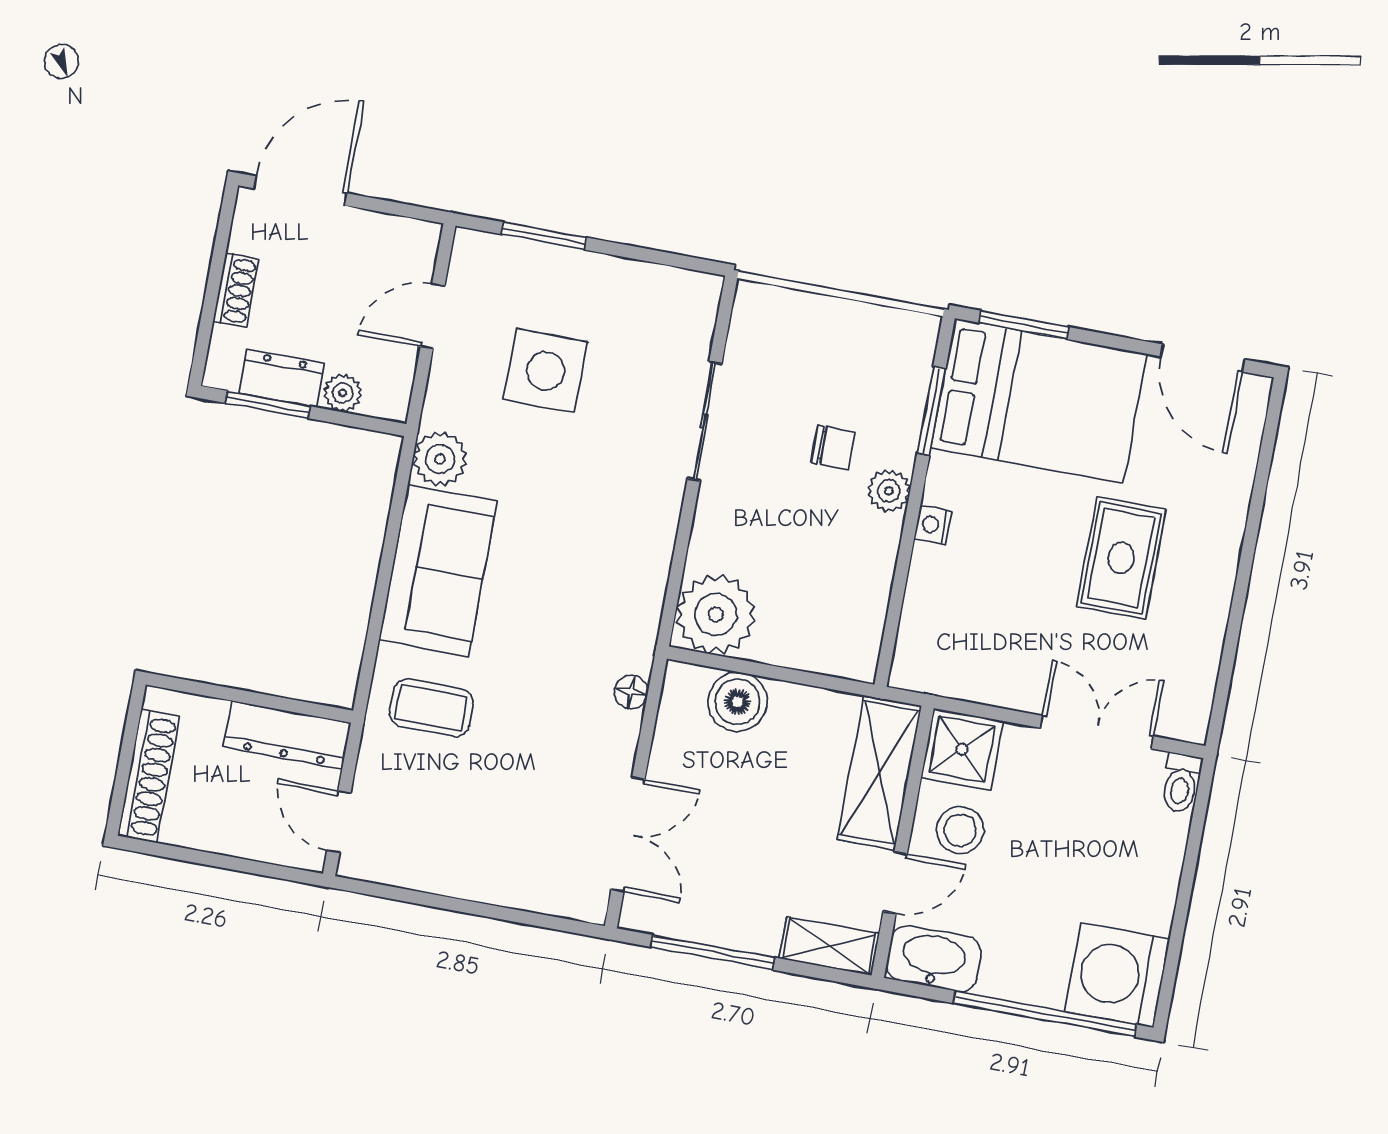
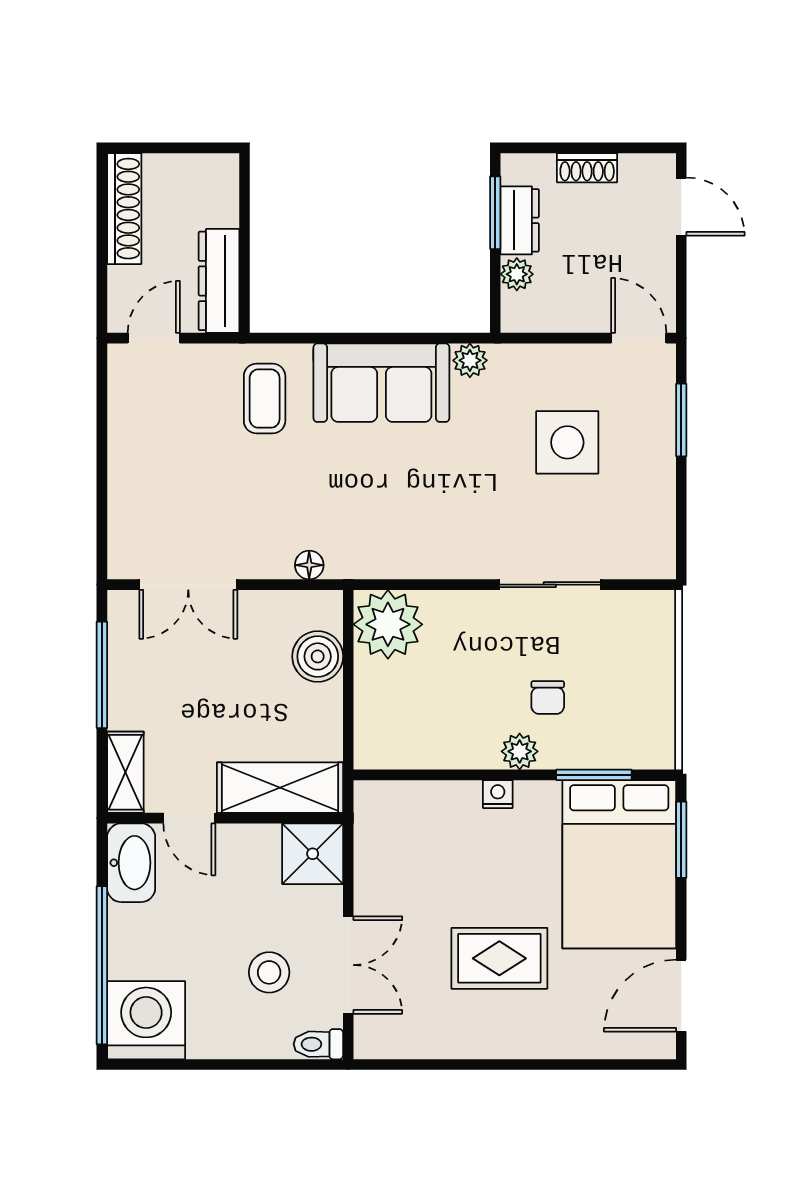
door: (300, 191) -> (681, 207), width x0.73
door: (433, 316) -> (639, 338), moved
plant: (440, 459) -> (470, 360), width x0.73, depth x0.73
shoe rack: (149, 776) -> (124, 209), moved, turned -90
stool: (960, 830) -> (269, 972), moved

